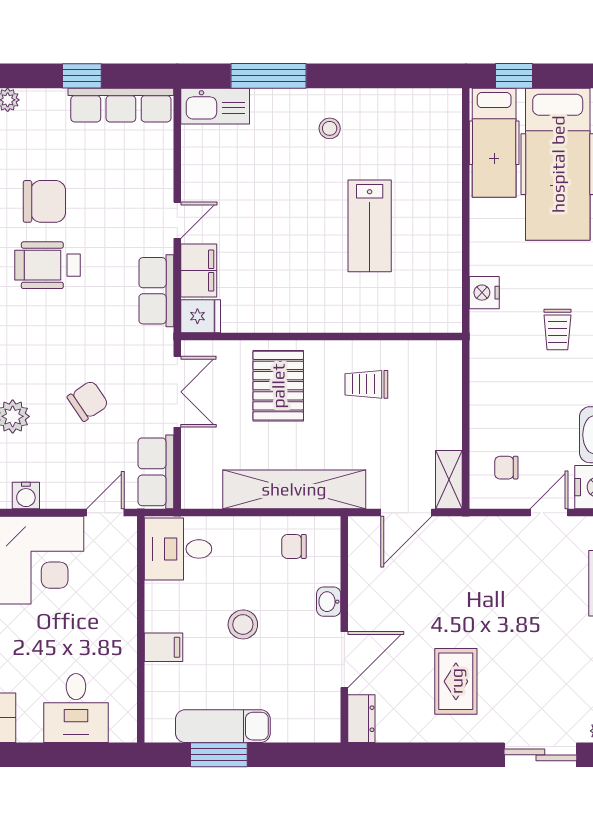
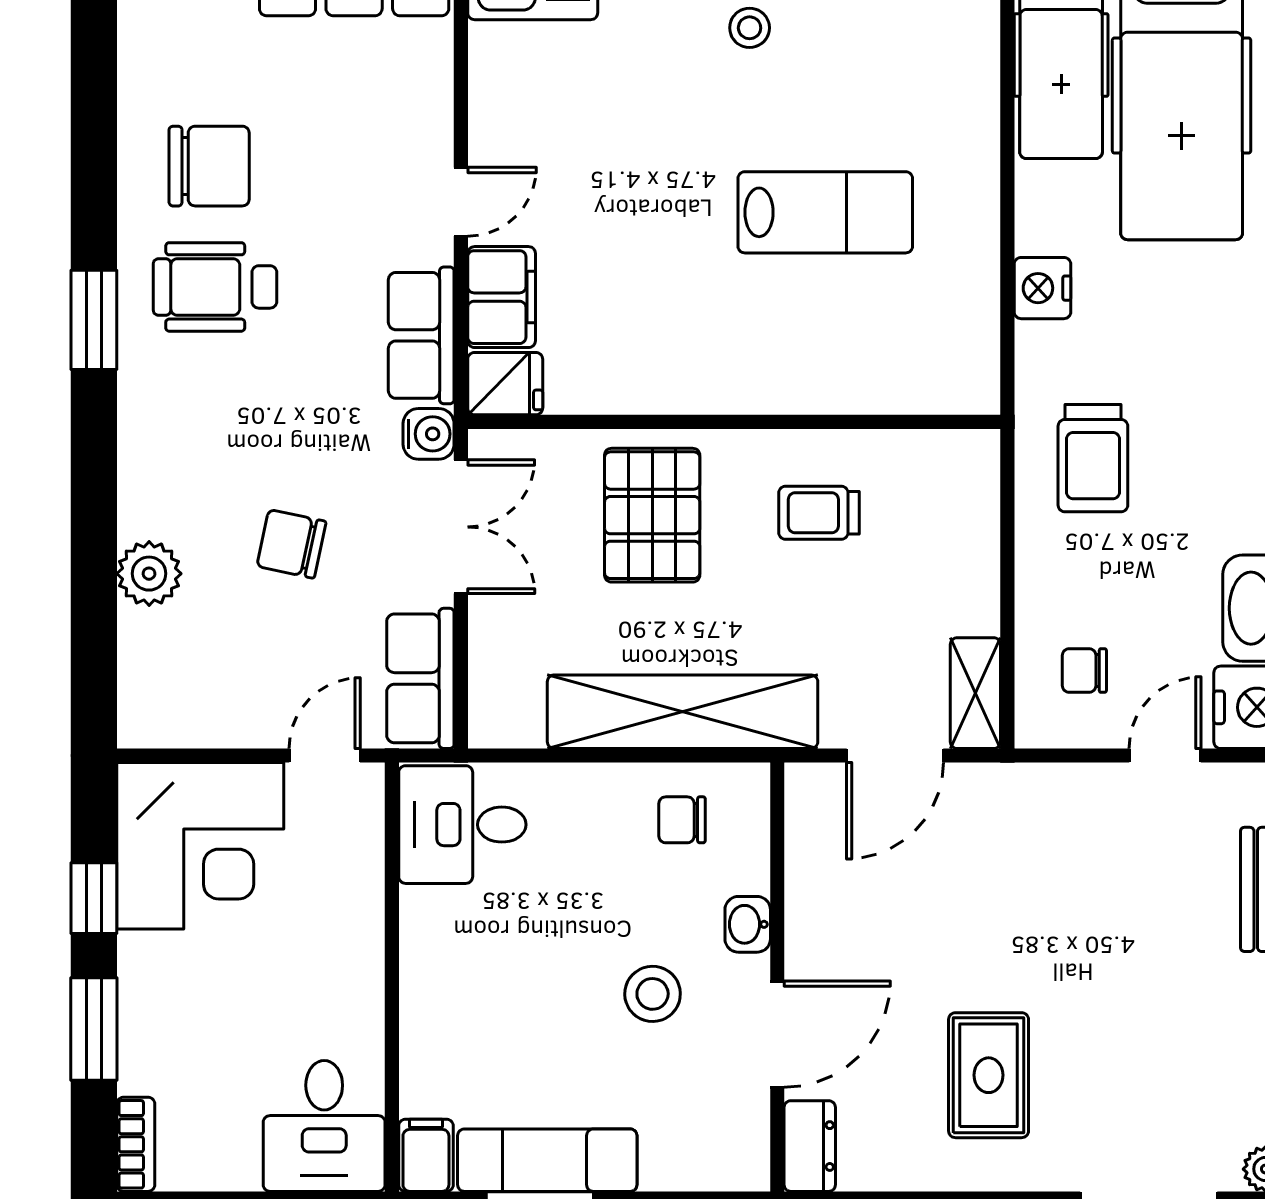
lab bench: (370, 226) -> (825, 212), turned -90
nightstand: (484, 293) -> (1042, 288), moved
trolley: (557, 329) -> (1093, 458), moved, width x1.36, depth x1.39
chair: (88, 401) -> (291, 544), turned -134
water cooler: (26, 495) -> (429, 434), moved, turned -90
stool: (243, 624) -> (653, 994), moved
filing cabinet: (164, 647) -> (426, 1155), moved, turned -90
desk: (76, 708) -> (324, 1126), moved

